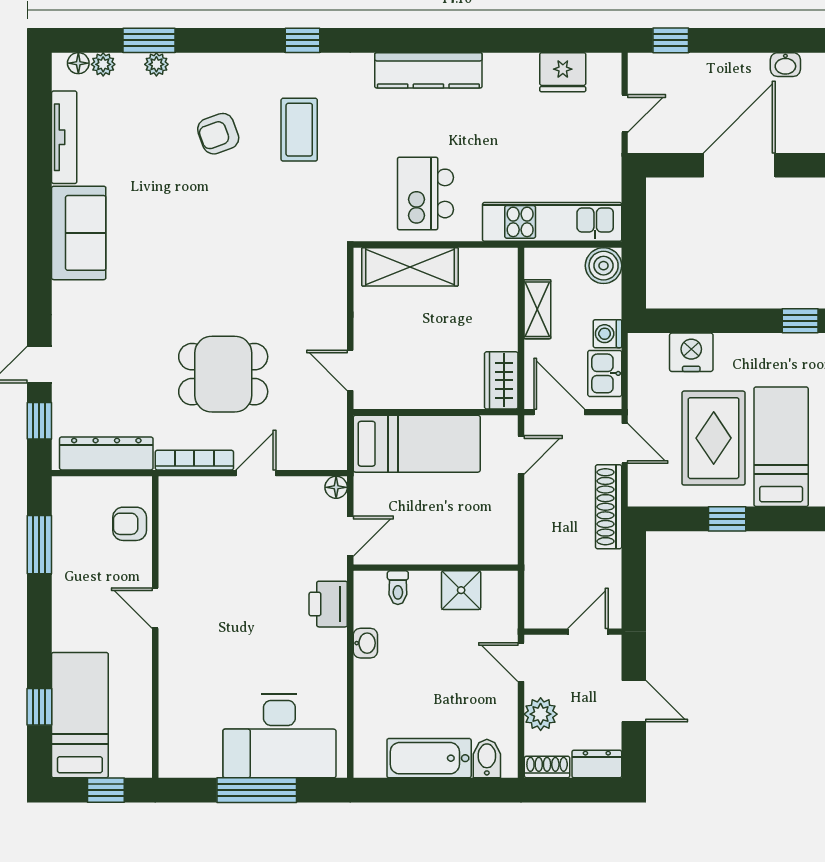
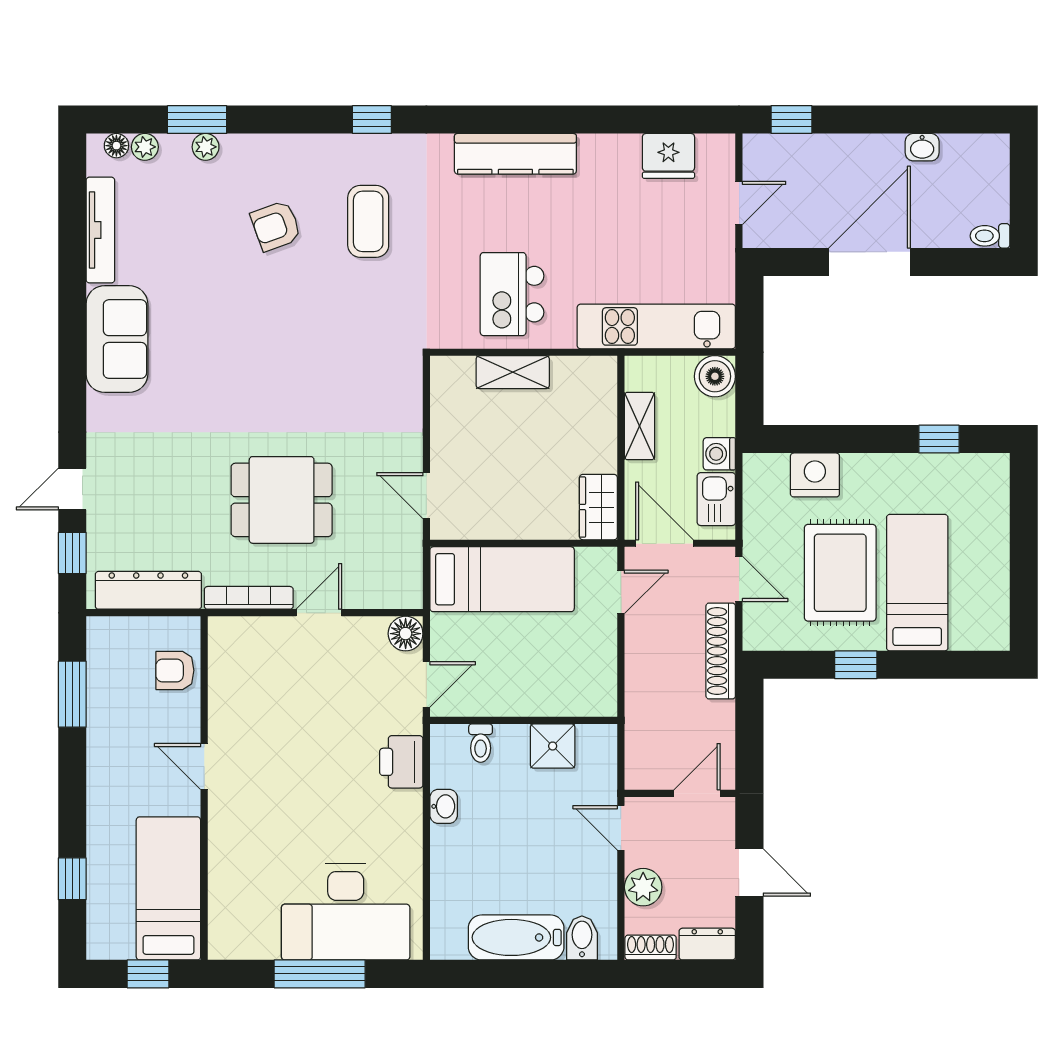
shelving: (410, 267) -> (513, 372), width x0.67, depth x0.75
floor lamp: (336, 487) -> (406, 634), width x1.37, depth x1.37
bed: (80, 715) -> (168, 888), moved

